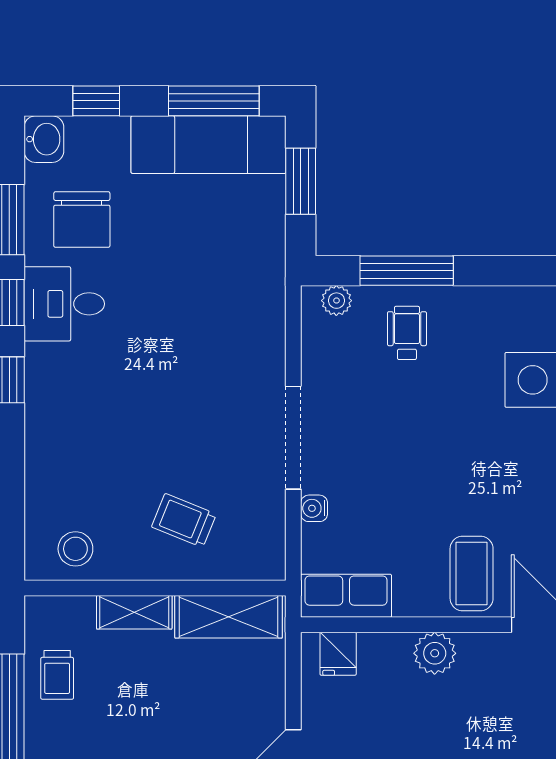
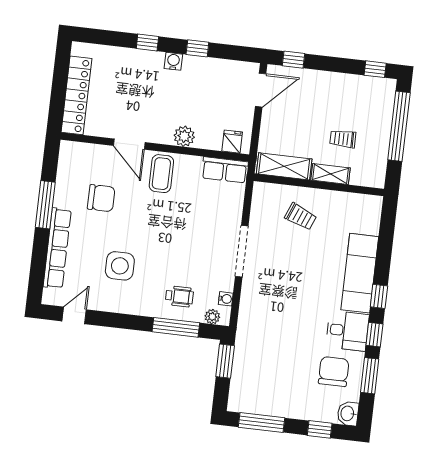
exam couch: (209, 145) -> (360, 273), moved, turned -90
window: (301, 181) -> (225, 361), moved
wheelchair: (407, 333) -> (179, 296), turned -90
water cooler: (314, 508) -> (226, 299), moved
stool: (75, 549) -> (356, 209), removed
trolley: (57, 675) -> (343, 139), moved, turned -90

